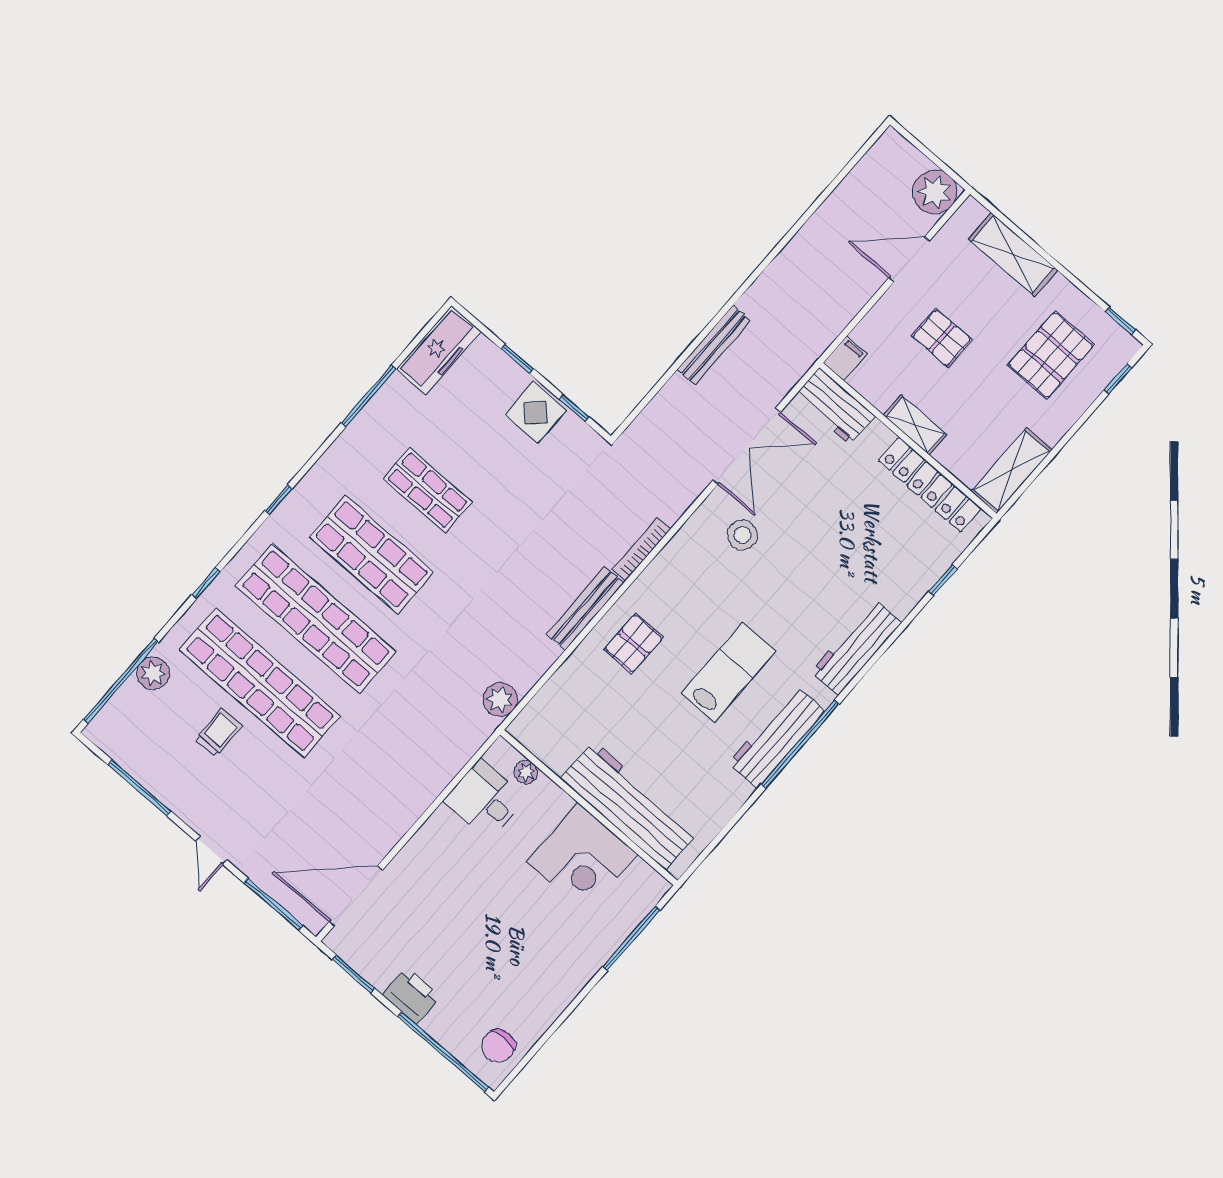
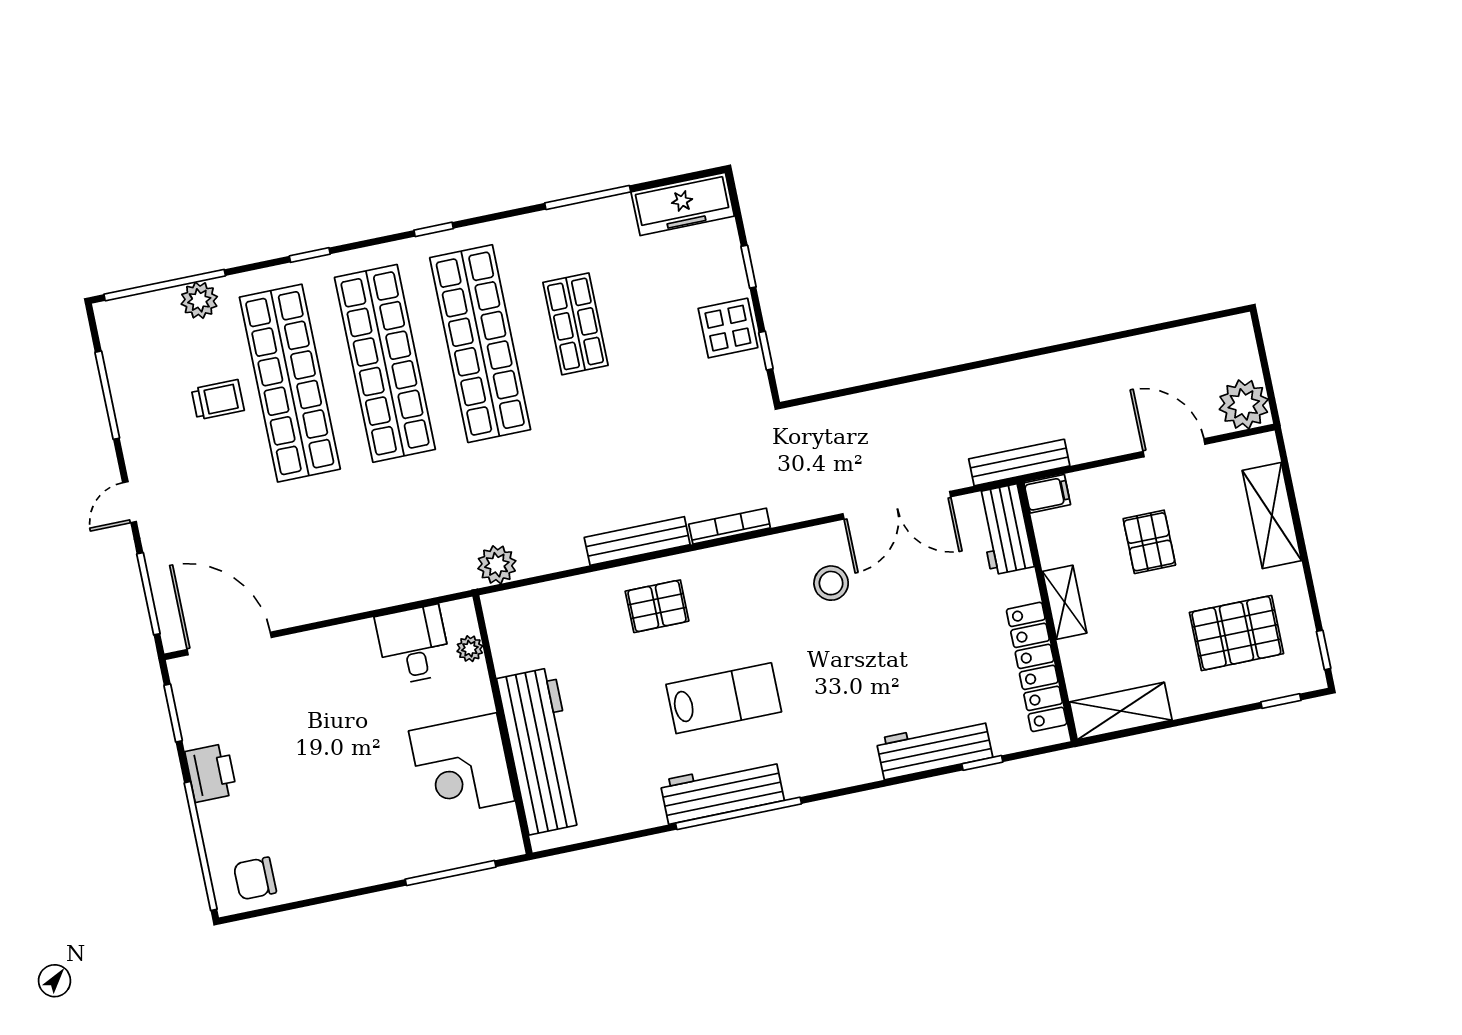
bench: (714, 345) -> (1019, 462), moved
shop shelf: (371, 554) -> (480, 344), width x1.40
workbench: (857, 647) -> (934, 748), moved

